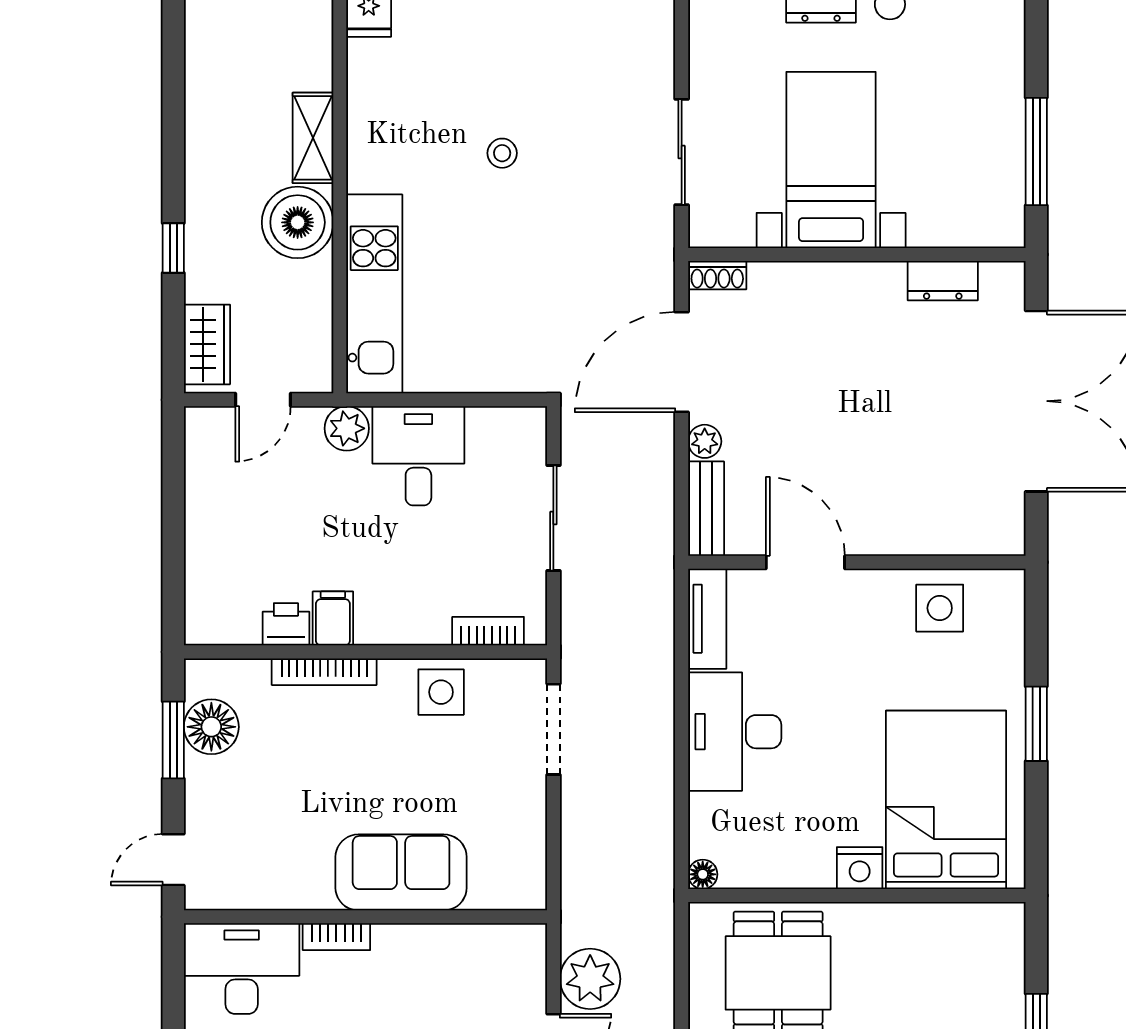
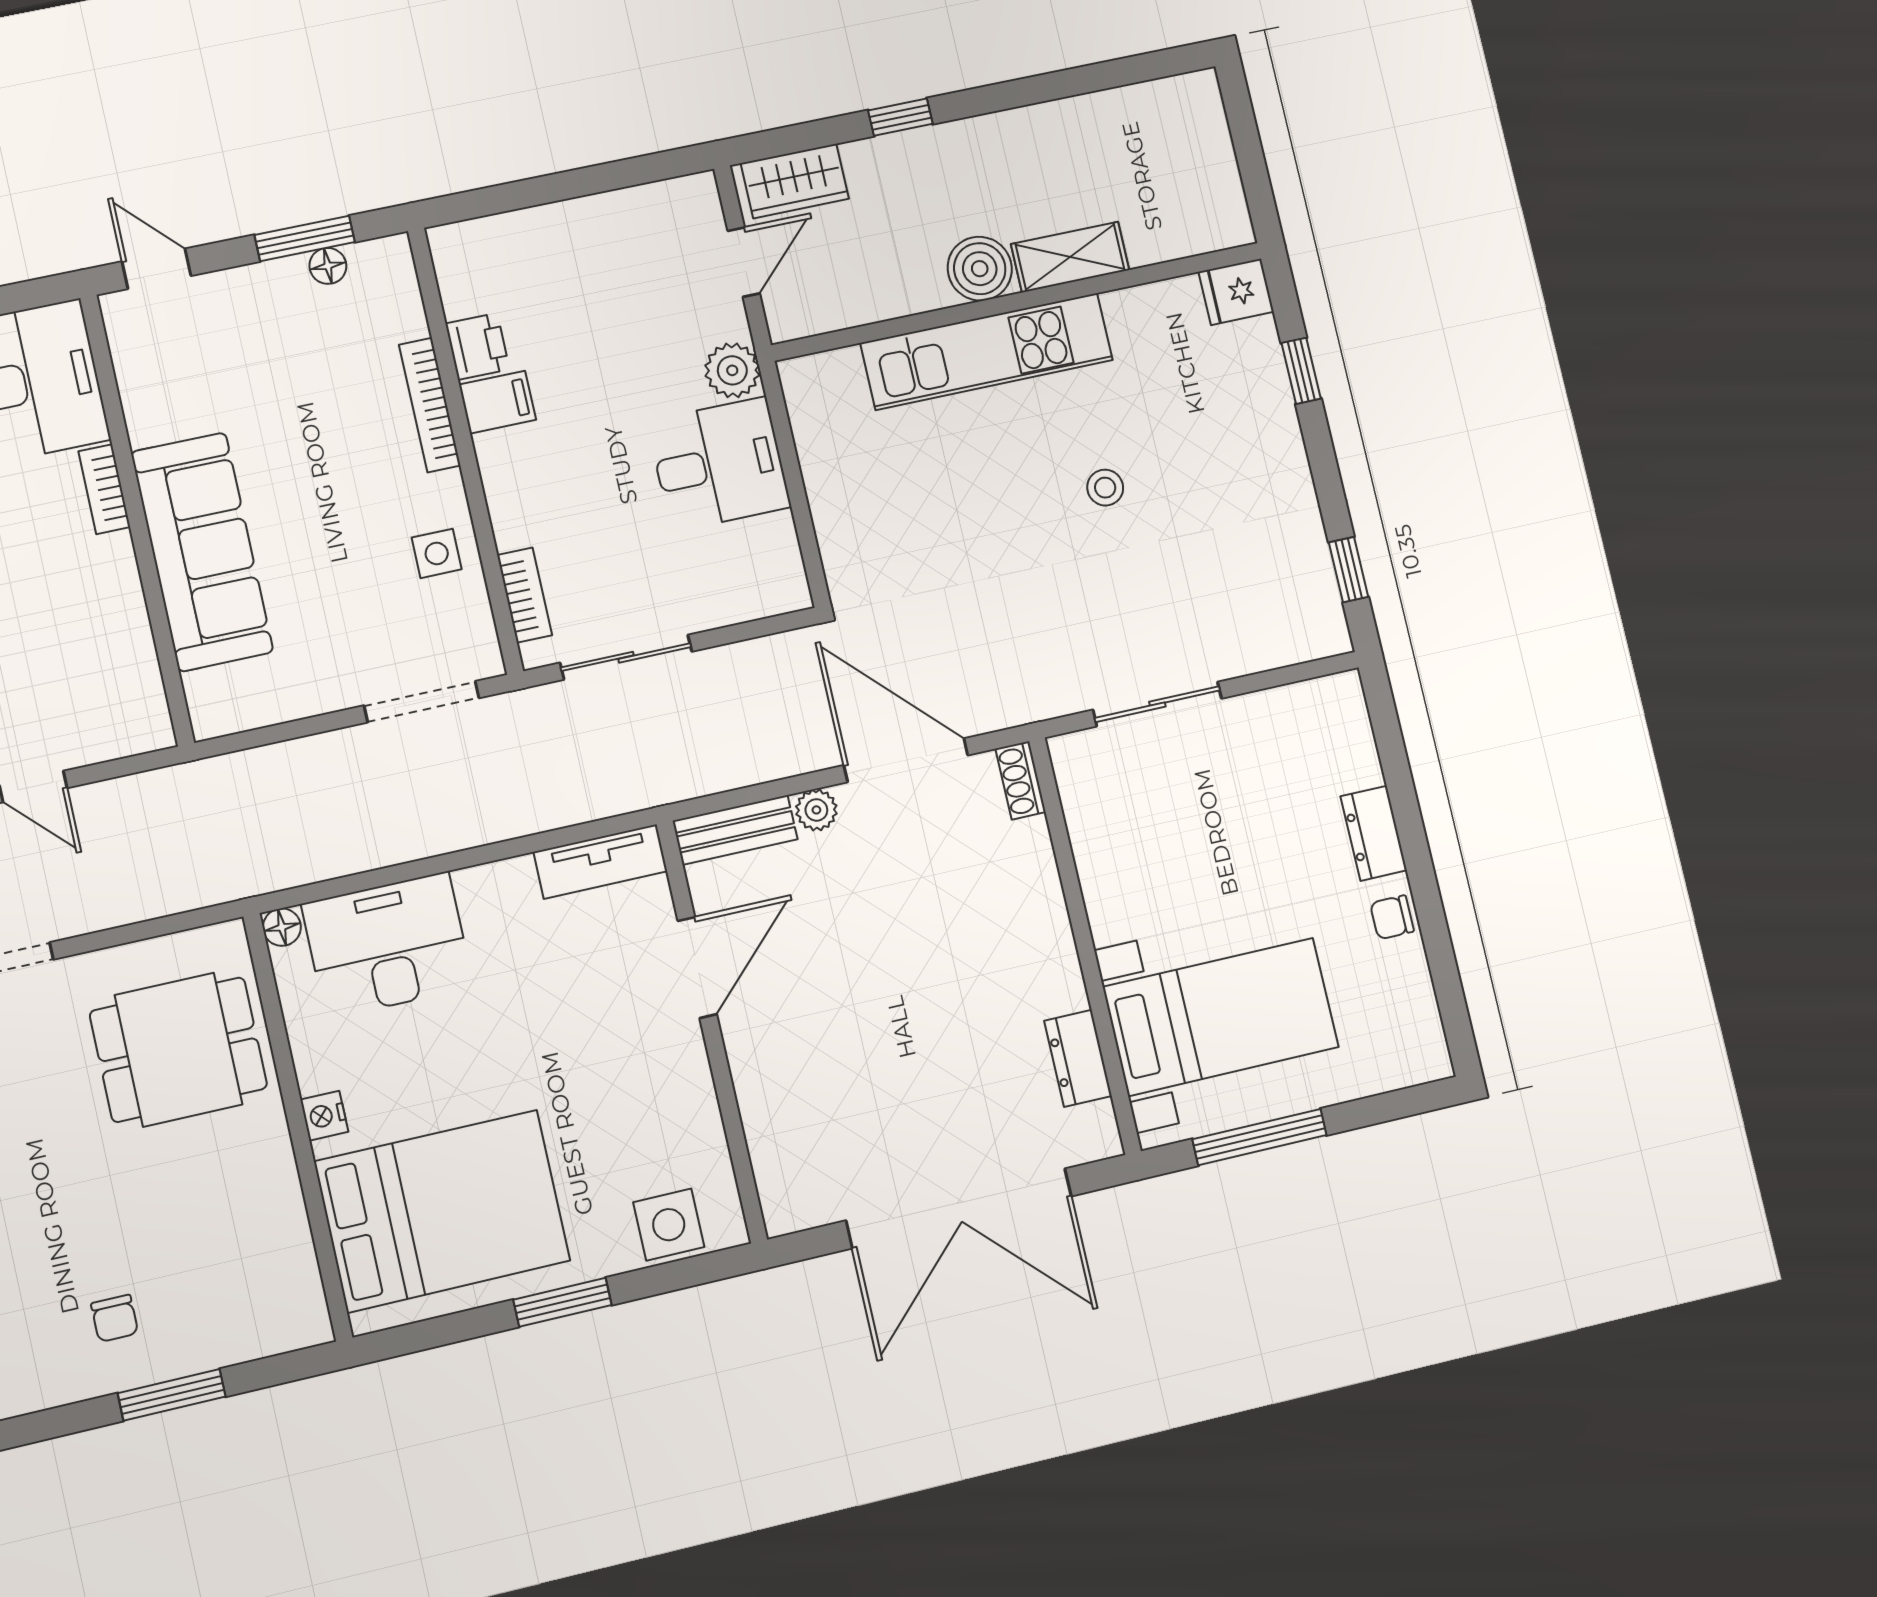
bed with nightstands: (831, 160) -> (1221, 1017), moved
boiler: (298, 222) -> (980, 269), width x0.73, depth x0.73
kitchen unit: (374, 294) -> (987, 352), moved
door: (263, 400) -> (744, 262), swing flipped
sliding door: (553, 518) -> (626, 657), moved
side table: (940, 608) -> (669, 1225), moved
side table: (441, 692) -> (437, 553), width x0.73, depth x0.73
floor lamp: (211, 727) -> (328, 266), width x0.53, depth x0.53
desk: (735, 732) -> (387, 945), moved
nightstand: (860, 868) -> (324, 1116), width x0.72, depth x0.74
sofa: (401, 872) -> (202, 552), width x1.36
plant: (590, 979) -> (120, 816), removed

